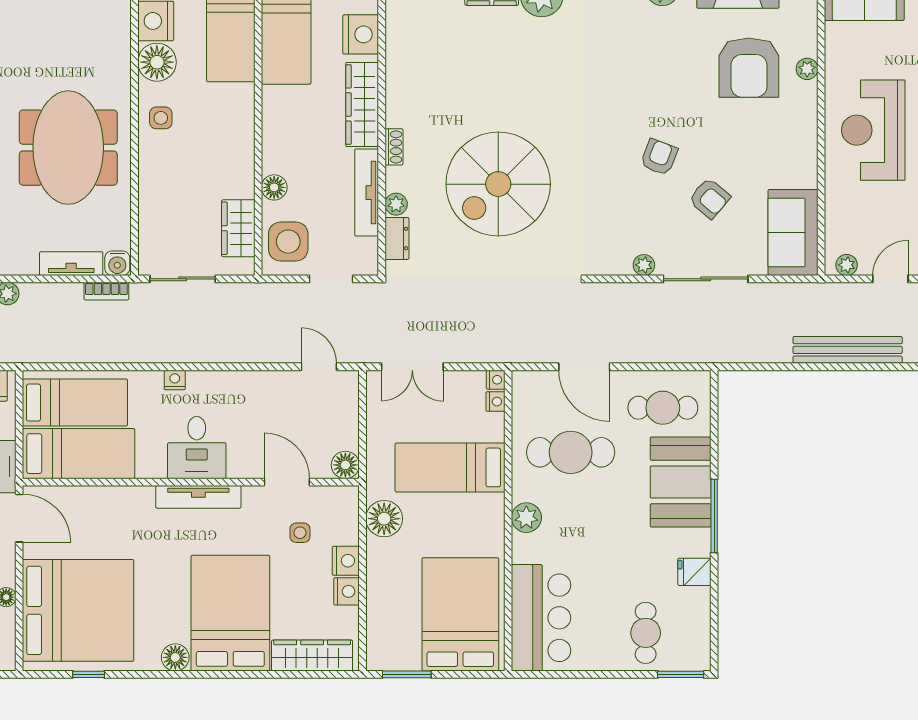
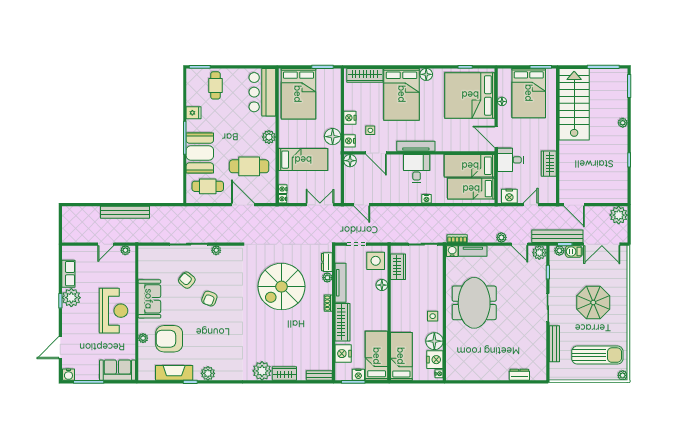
armchair: (749, 68) -> (169, 339), turned -90
spiral stairs: (498, 184) -> (282, 287), turned 180
sofa: (793, 232) -> (149, 299), moved
nightstand: (346, 591) -> (349, 141), moved

